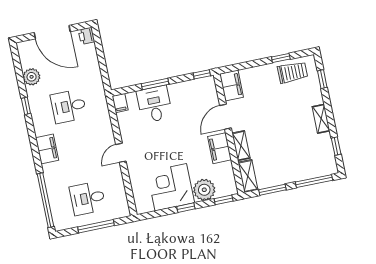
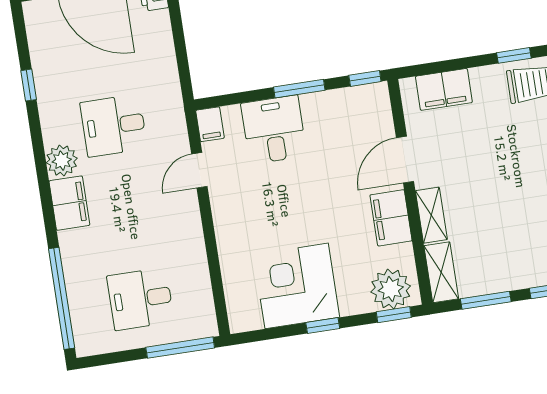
plant: (32, 77) -> (62, 161), moved
window: (155, 84) -> (299, 89), moved
filing cabinet: (231, 86) -> (444, 89), moved, turned 90
window: (26, 106) -> (29, 85), moved
door: (121, 153) -> (199, 170), moved
plant: (204, 190) -> (391, 289), moved
window: (96, 226) -> (180, 348), moved

